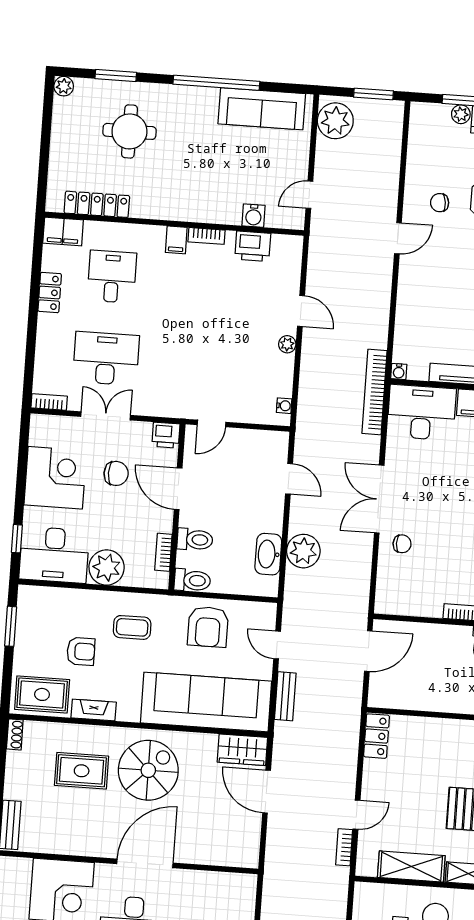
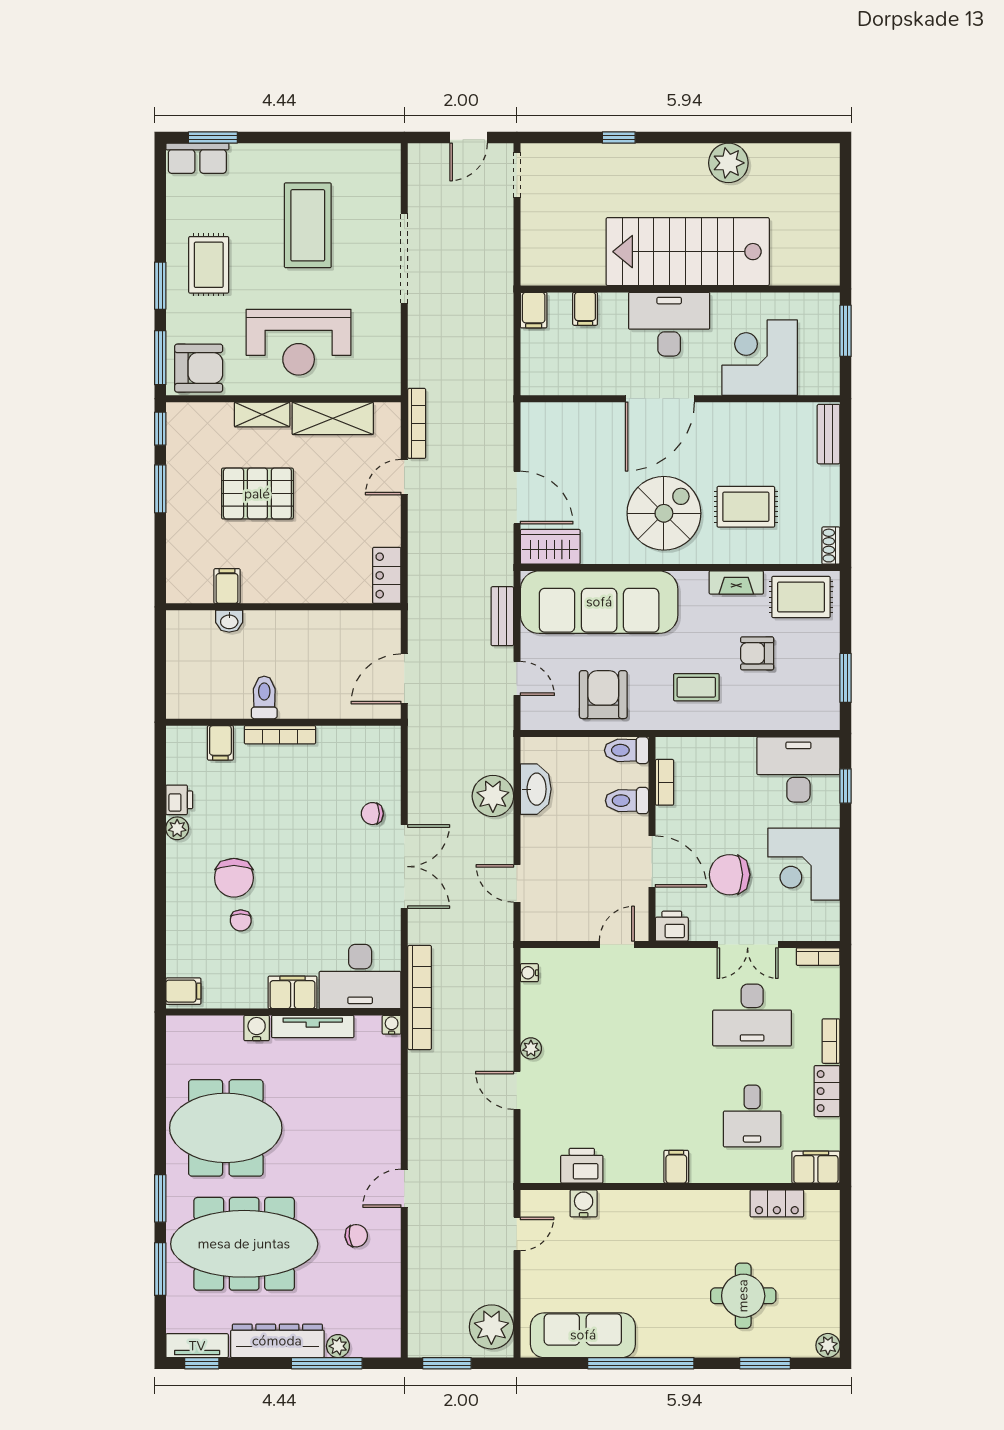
locker: (97, 204) -> (777, 1203), width x0.66
bookcase: (207, 236) -> (831, 1041), moved, turned -90
chair: (116, 473) -> (730, 875), width x1.37, depth x1.37
plant: (107, 567) -> (733, 759), removed
spiral stairs: (148, 770) -> (664, 513), turned 180
bookcase: (344, 847) -> (417, 423), width x1.56

